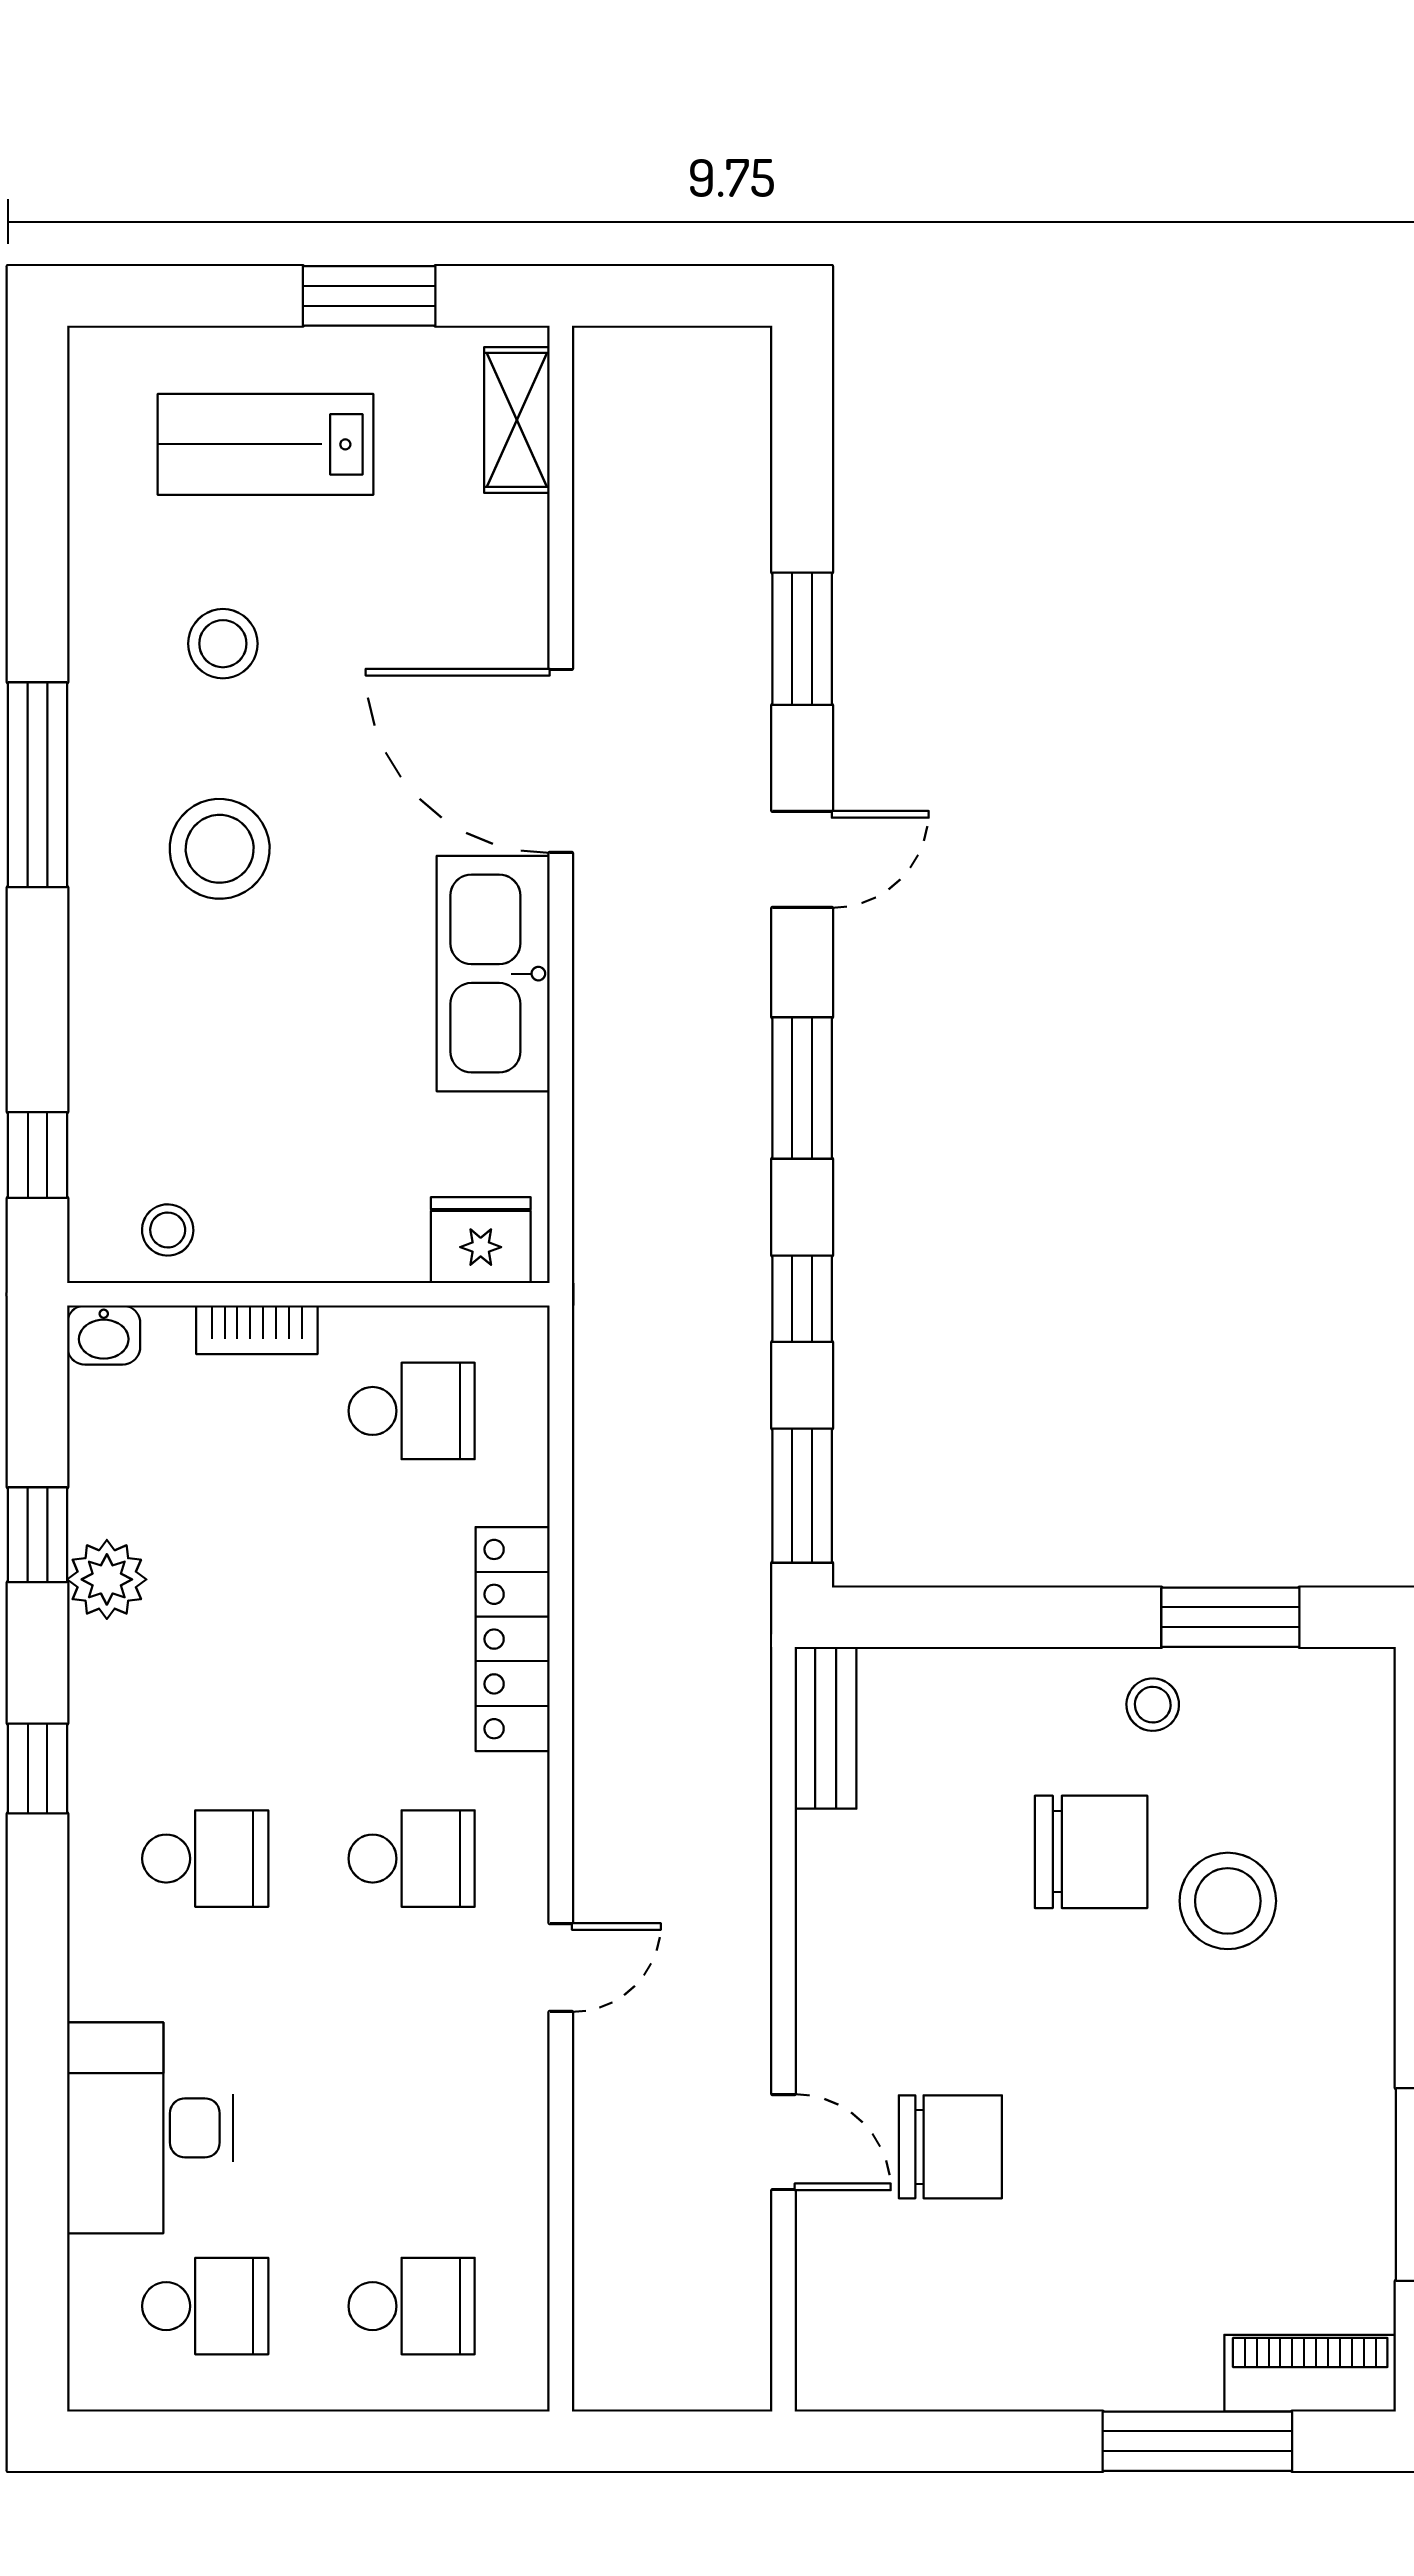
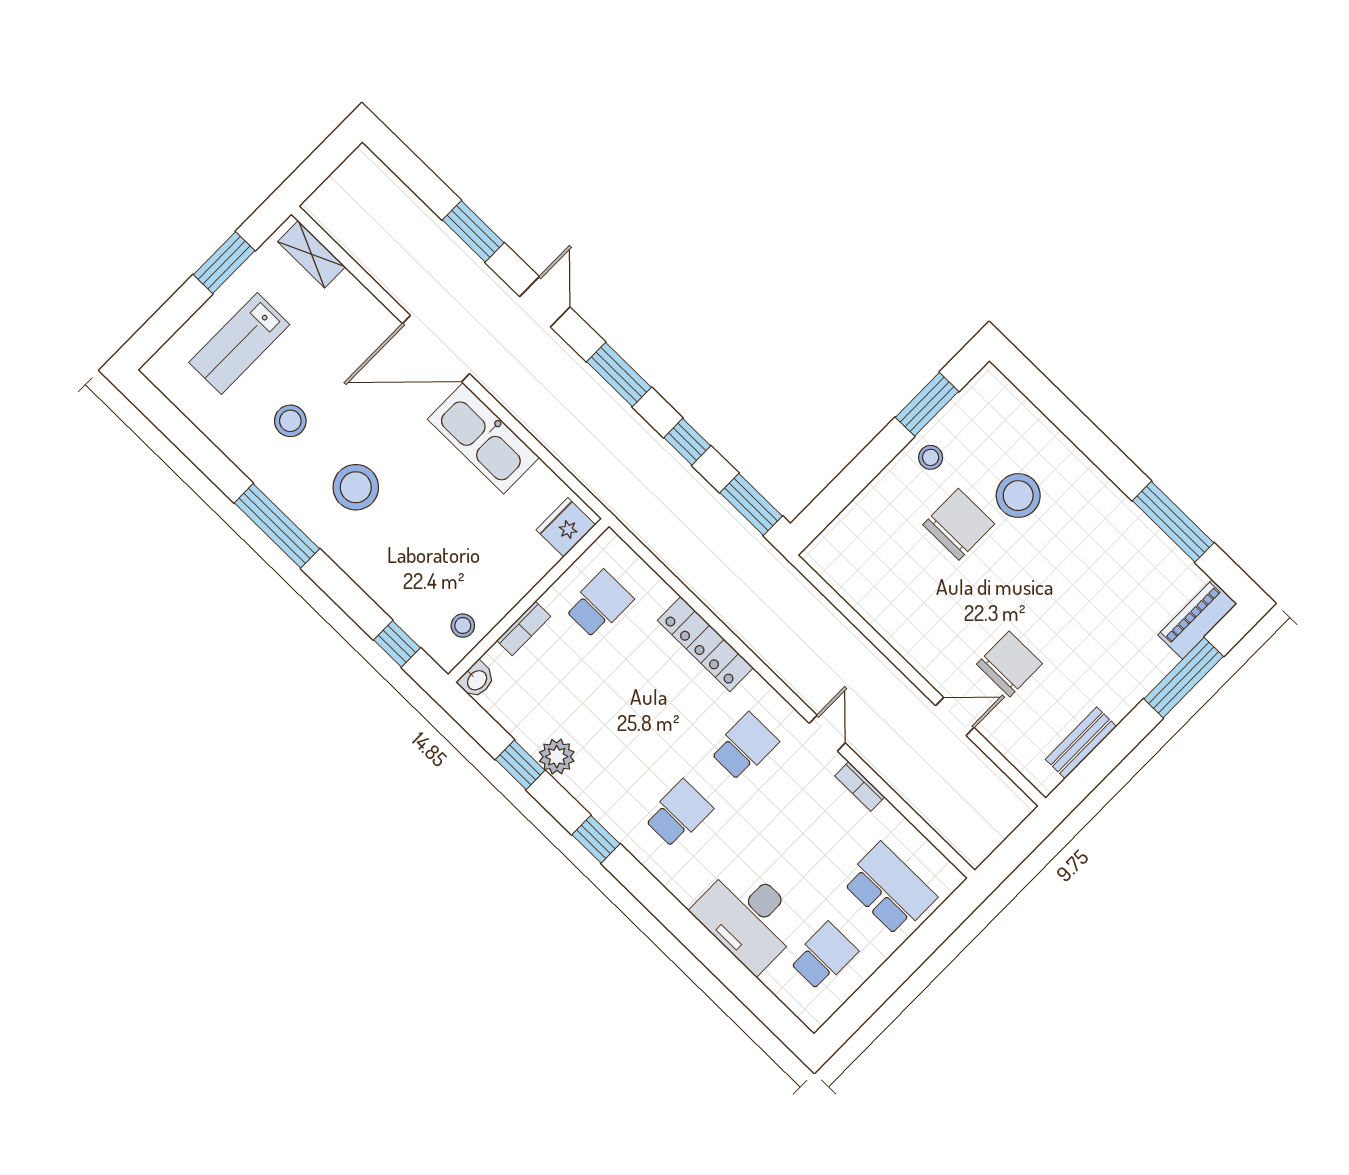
bench: (826, 1728) -> (1081, 743), moved, turned 90
bookcase: (527, 2101) -> (860, 786), added
school desk: (412, 2306) -> (889, 889), width x1.85

